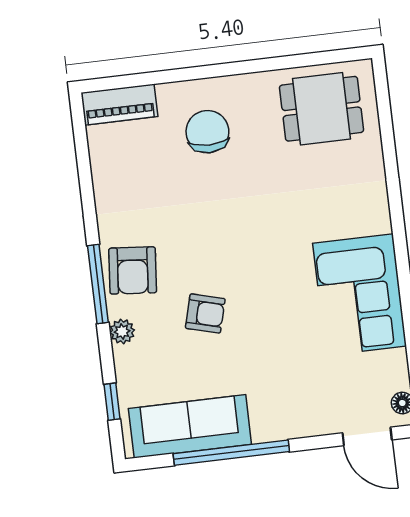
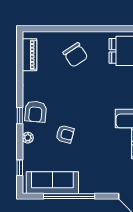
piano: (119, 105) -> (29, 55), moved, turned -90
chair: (207, 132) -> (75, 55), turned 147
window: (98, 284) -> (20, 116), width x0.46

